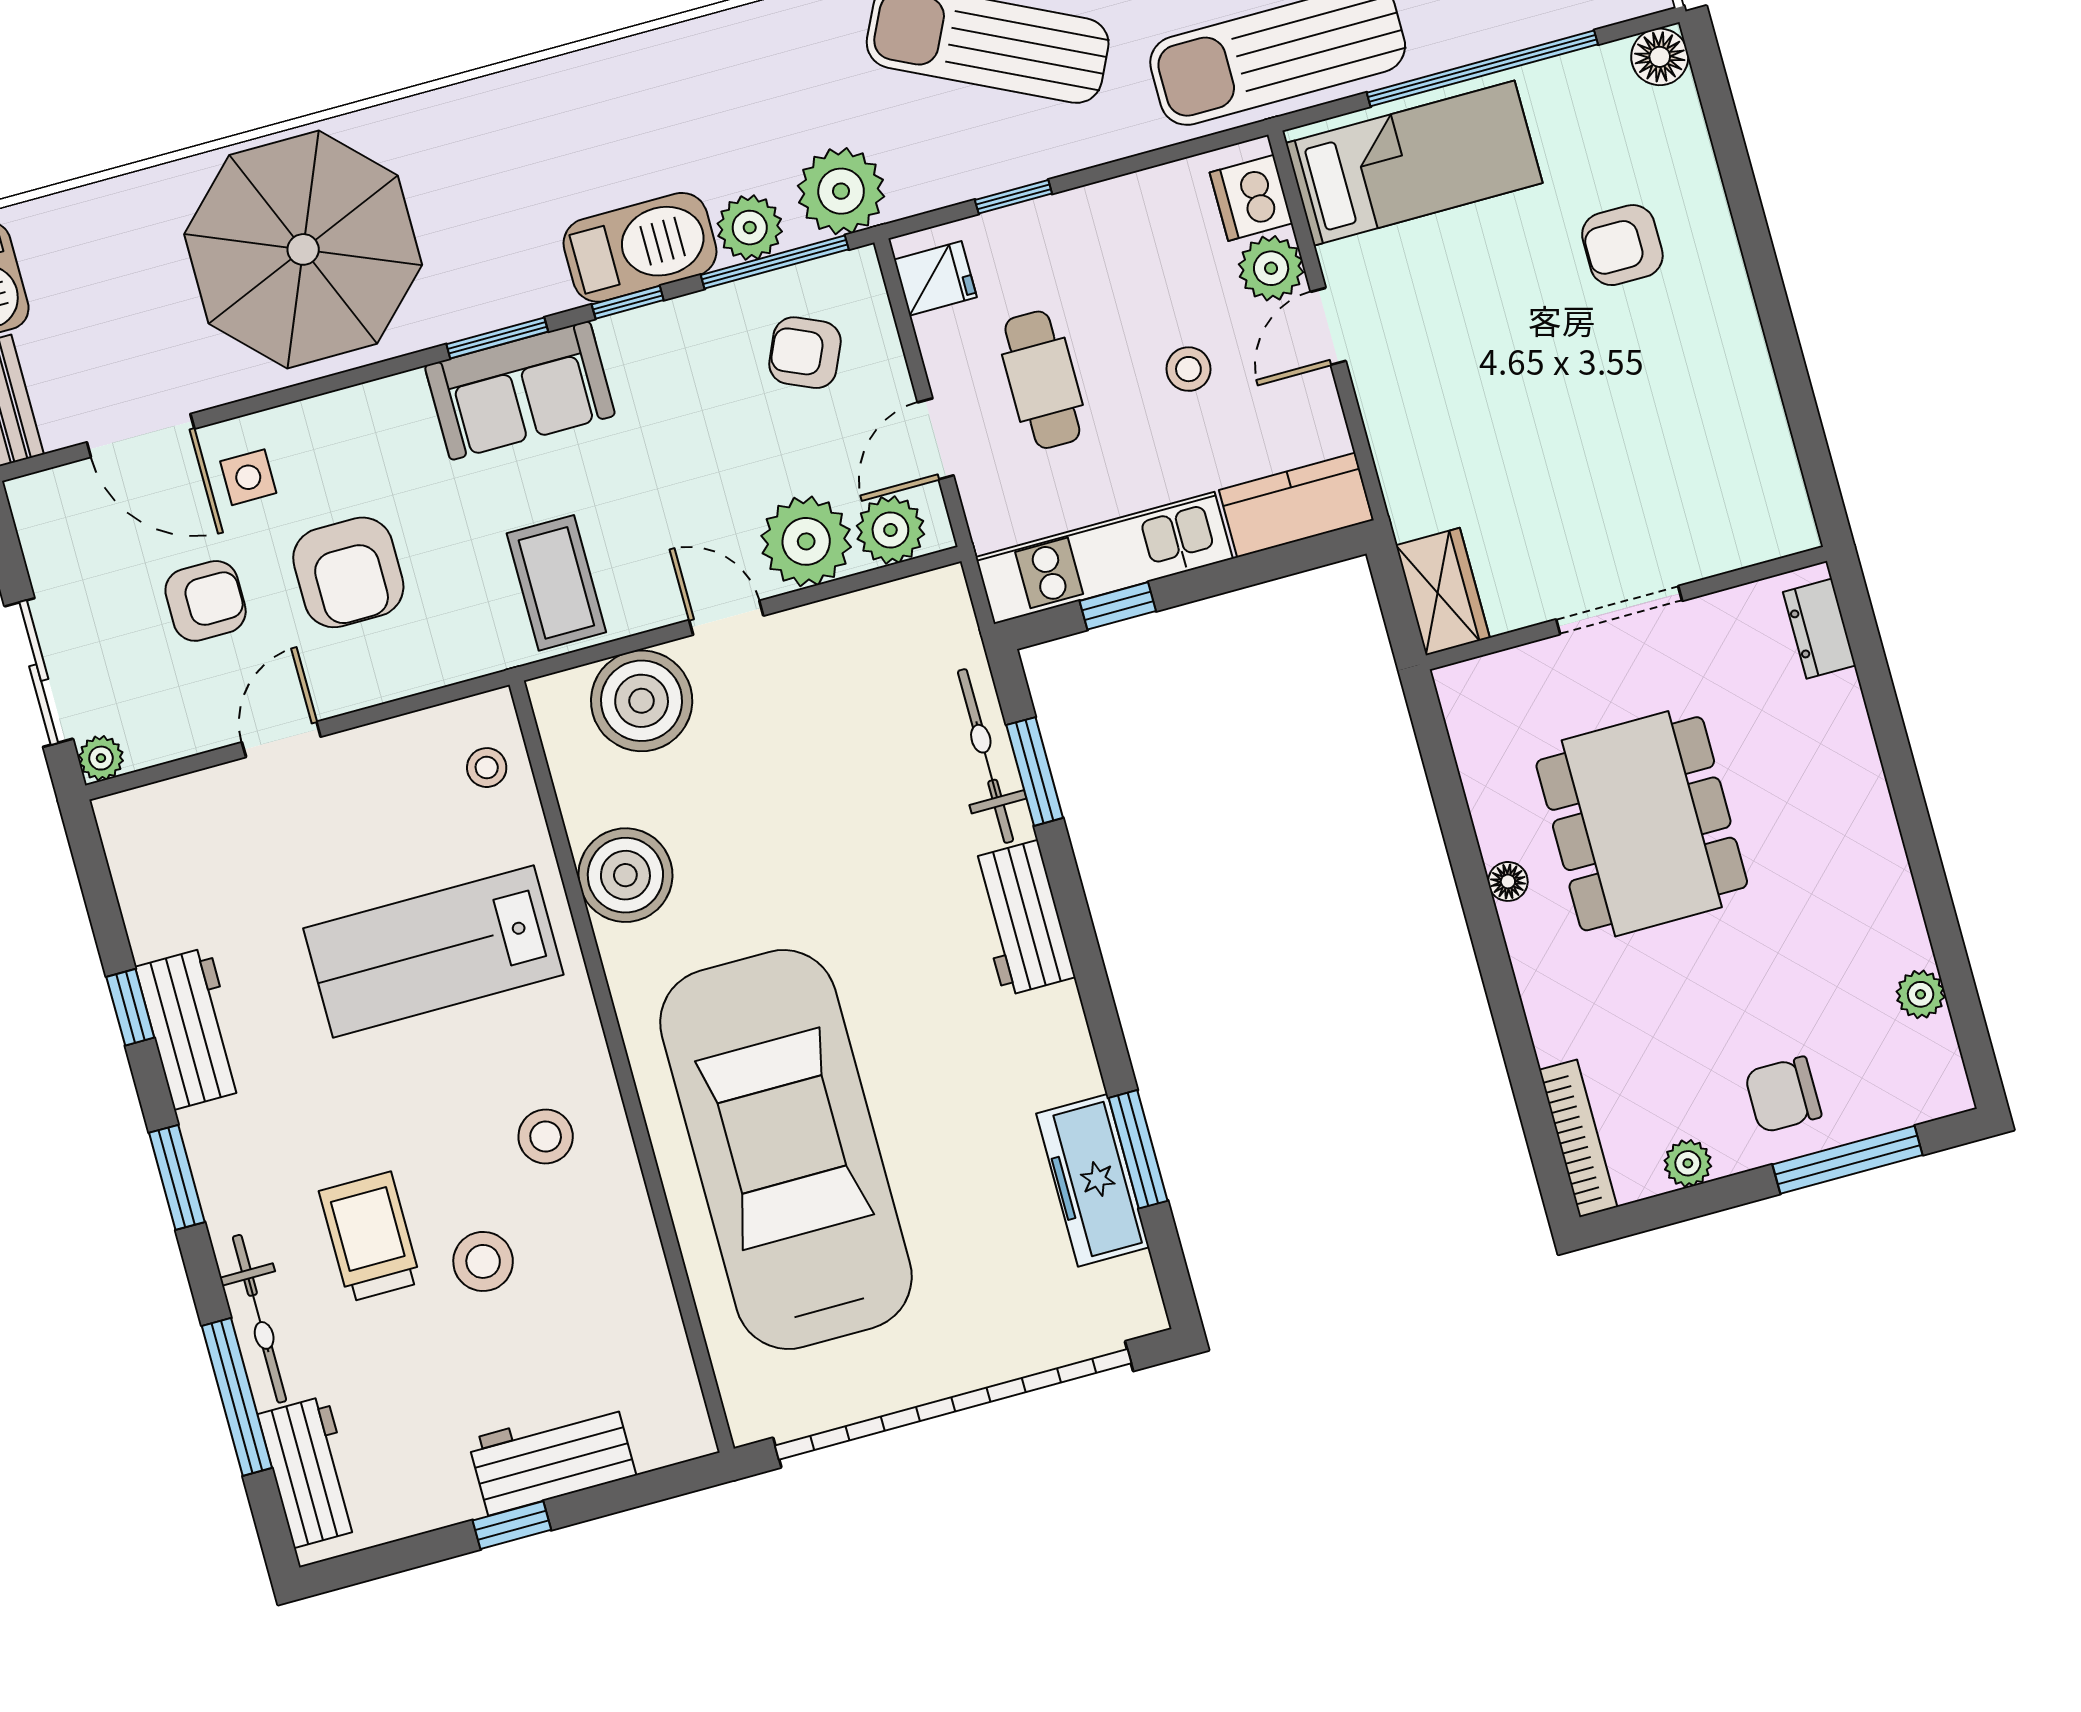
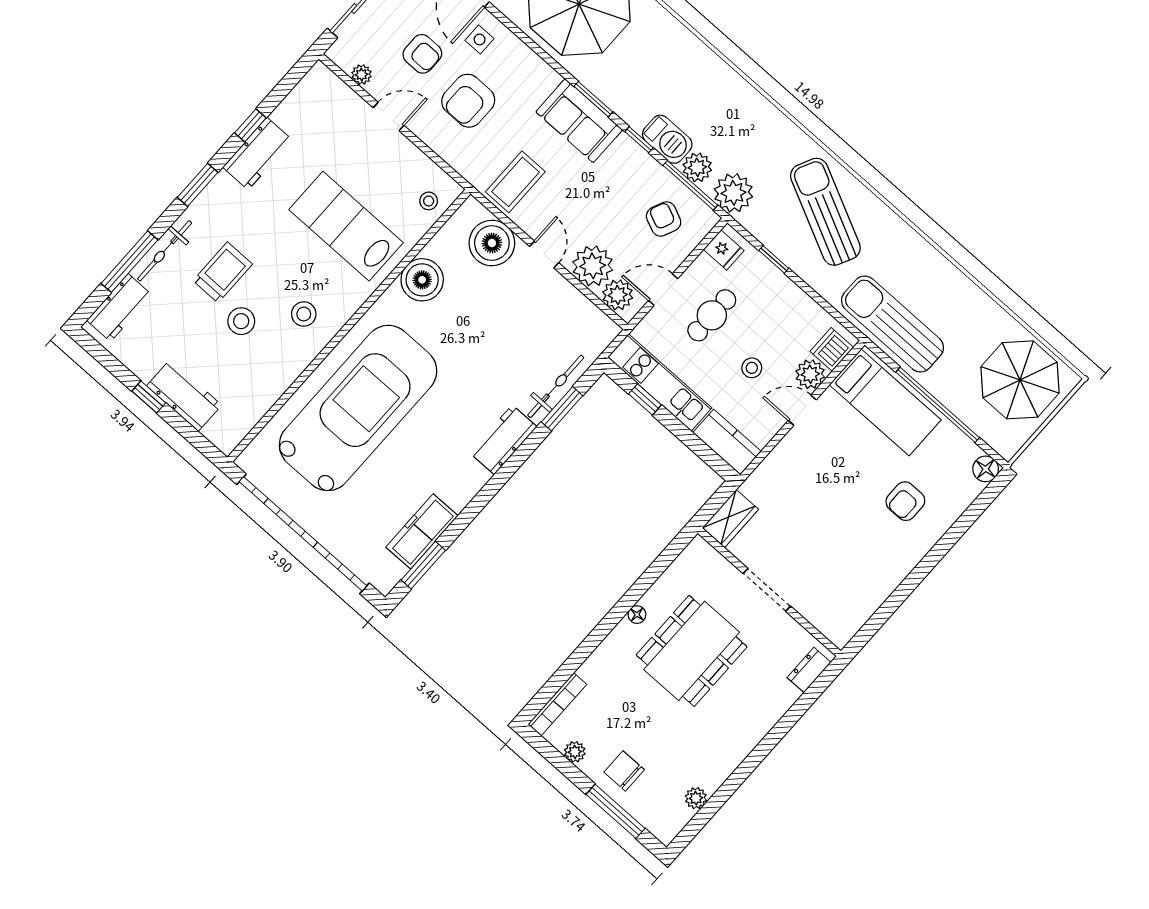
armchair: (1622, 245) -> (905, 501), turned -90
barbecue: (640, 247) -> (667, 139), width x0.73, depth x0.83
plant: (101, 758) -> (361, 75), moved
window: (1138, 1149) -> (423, 565), moved

